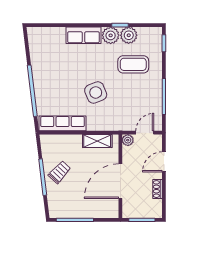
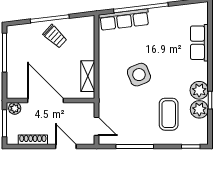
row of seats: (83, 35) -> (199, 43), moved
row of seats: (63, 123) -> (124, 20), moved, turned 83
plant: (128, 140) -> (15, 108), moved
shoe rack: (158, 189) -> (33, 140), width x1.43

